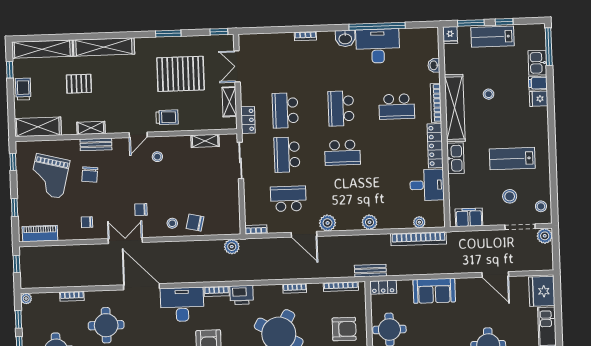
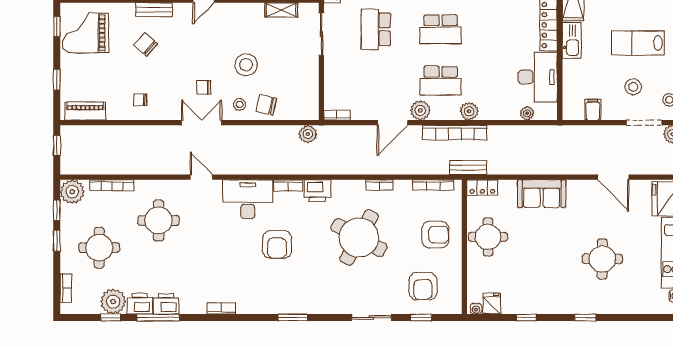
stool: (157, 157) -> (246, 65), moved, width x1.89, depth x1.89
chair: (90, 174) -> (146, 44), turned 126
grand piano: (49, 176) -> (85, 33), moved, turned 76
desk: (427, 185) -> (538, 77), width x1.37
school desk: (288, 199) -> (441, 81), moved, turned 180
filing cabinet: (469, 217) -> (593, 110), width x0.50
door: (304, 234) -> (392, 123), hinge flipped
bookcase: (418, 239) -> (455, 133), moved
double door: (125, 241) -> (201, 123), moved
door: (142, 287) -> (201, 177), width x0.53
bookcase: (72, 296) -> (112, 185), width x1.56
plant: (26, 299) -> (72, 192), width x1.88, depth x1.88

